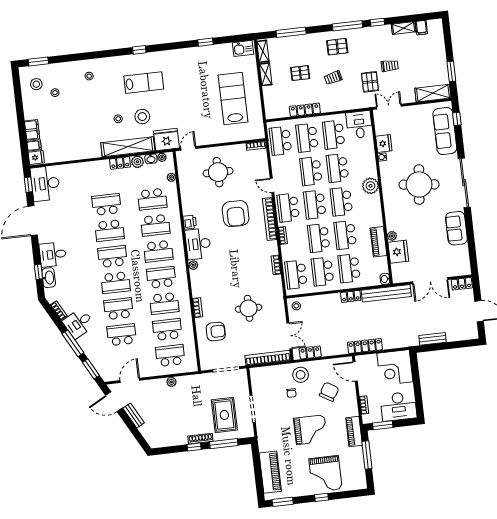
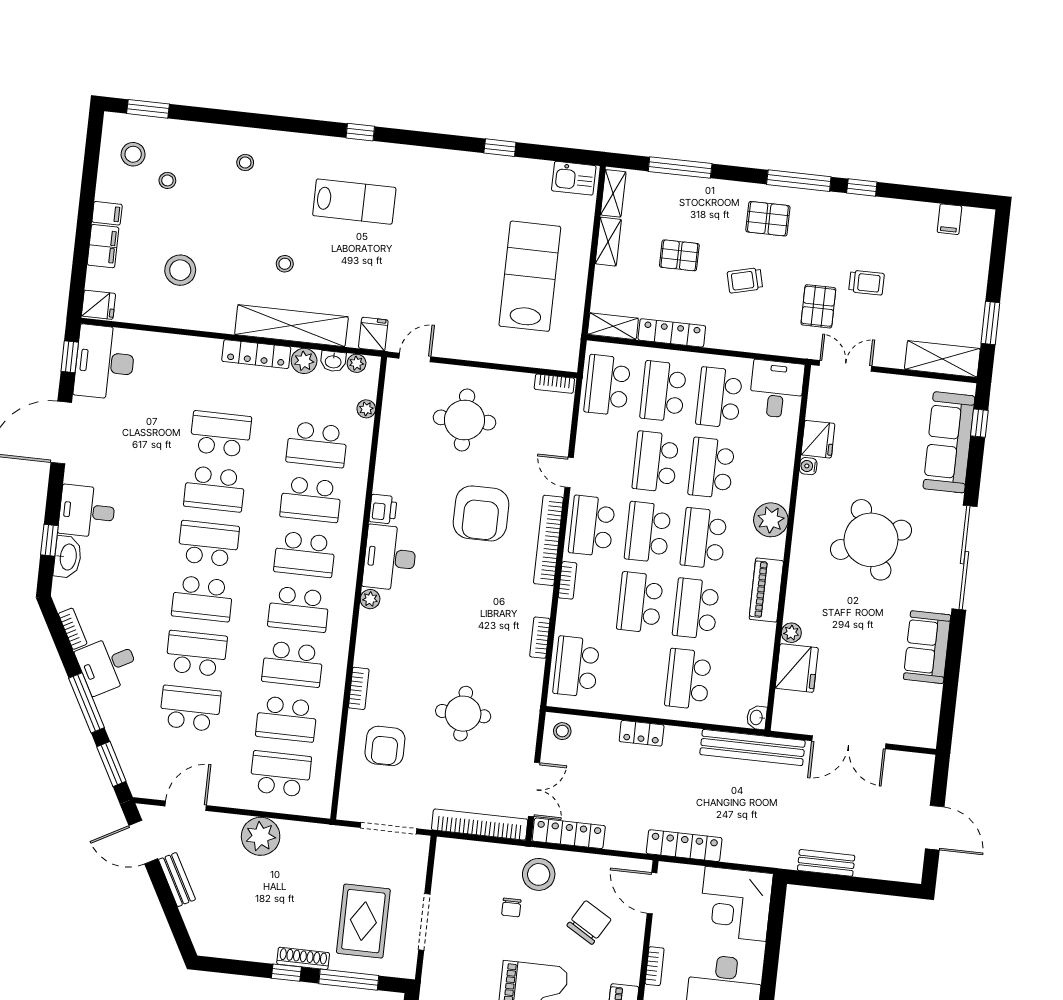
shelving: (404, 28) -> (613, 326), moved
stool: (142, 117) -> (180, 270), moved
fridge: (166, 139) -> (373, 334), width x0.53, depth x0.75
filing cabinet: (34, 145) -> (107, 213), moved
locker: (120, 163) -> (256, 354), width x1.53
round table: (419, 184) -> (871, 540), turned -30
piano: (379, 242) -> (766, 590), moved
school desk: (323, 271) -> (632, 673), removed
school desk: (161, 277) -> (299, 609), turned 180
locker: (462, 284) -> (912, 764), removed
locker: (351, 296) -> (642, 733), moved
school desk: (167, 329) -> (287, 719), turned 180
armchair: (216, 332) -> (385, 746), turned 90
locker: (310, 353) -> (569, 833), width x1.53
plant: (171, 382) -> (261, 836), width x1.87, depth x1.87

